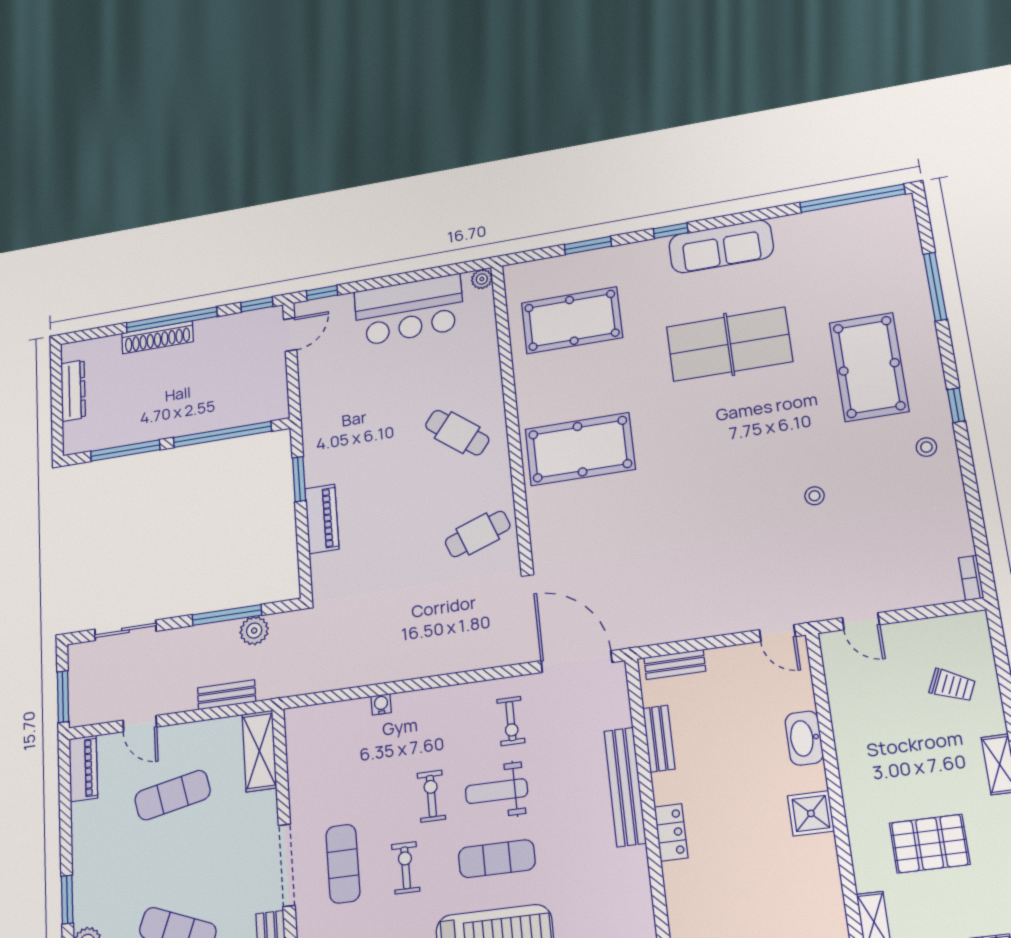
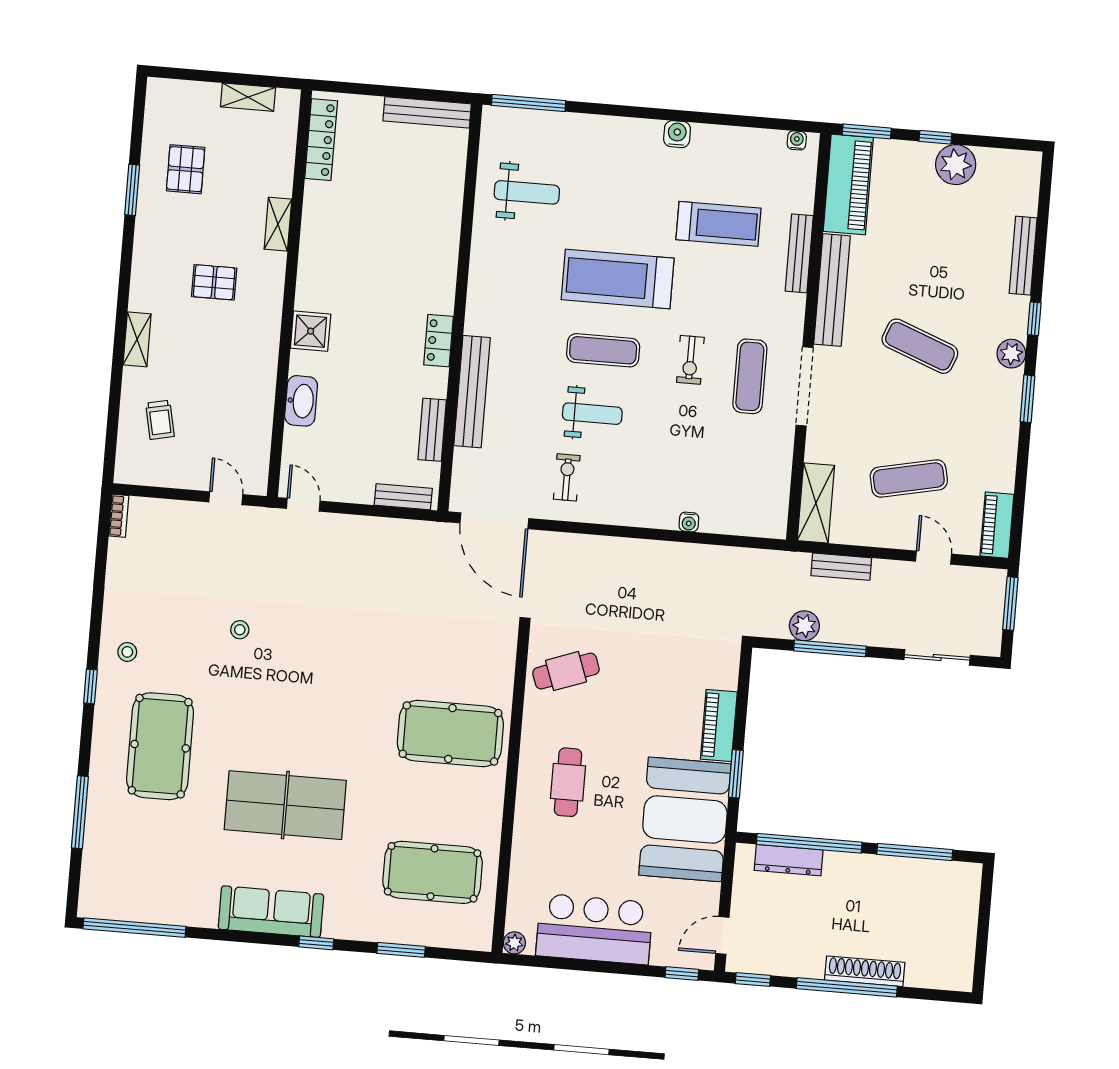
dresser: (73, 391) -> (789, 860), moved, turned -90
booth: (341, 427) -> (685, 819), added
cafe table: (457, 433) -> (568, 782), turned 52
trolley: (952, 685) -> (160, 420), turned -126
exercise bike: (431, 796) -> (655, 422), removed
pallet: (930, 844) -> (214, 282), width x0.67, depth x0.71

